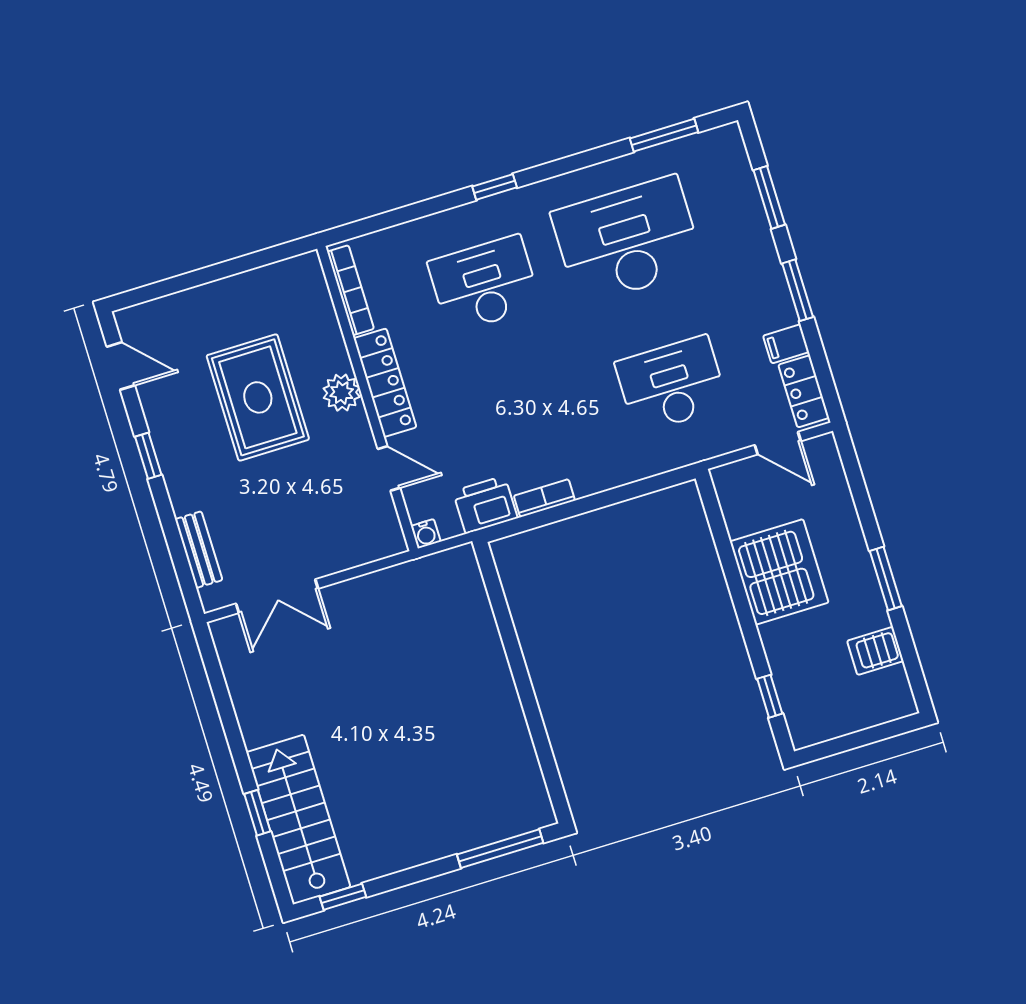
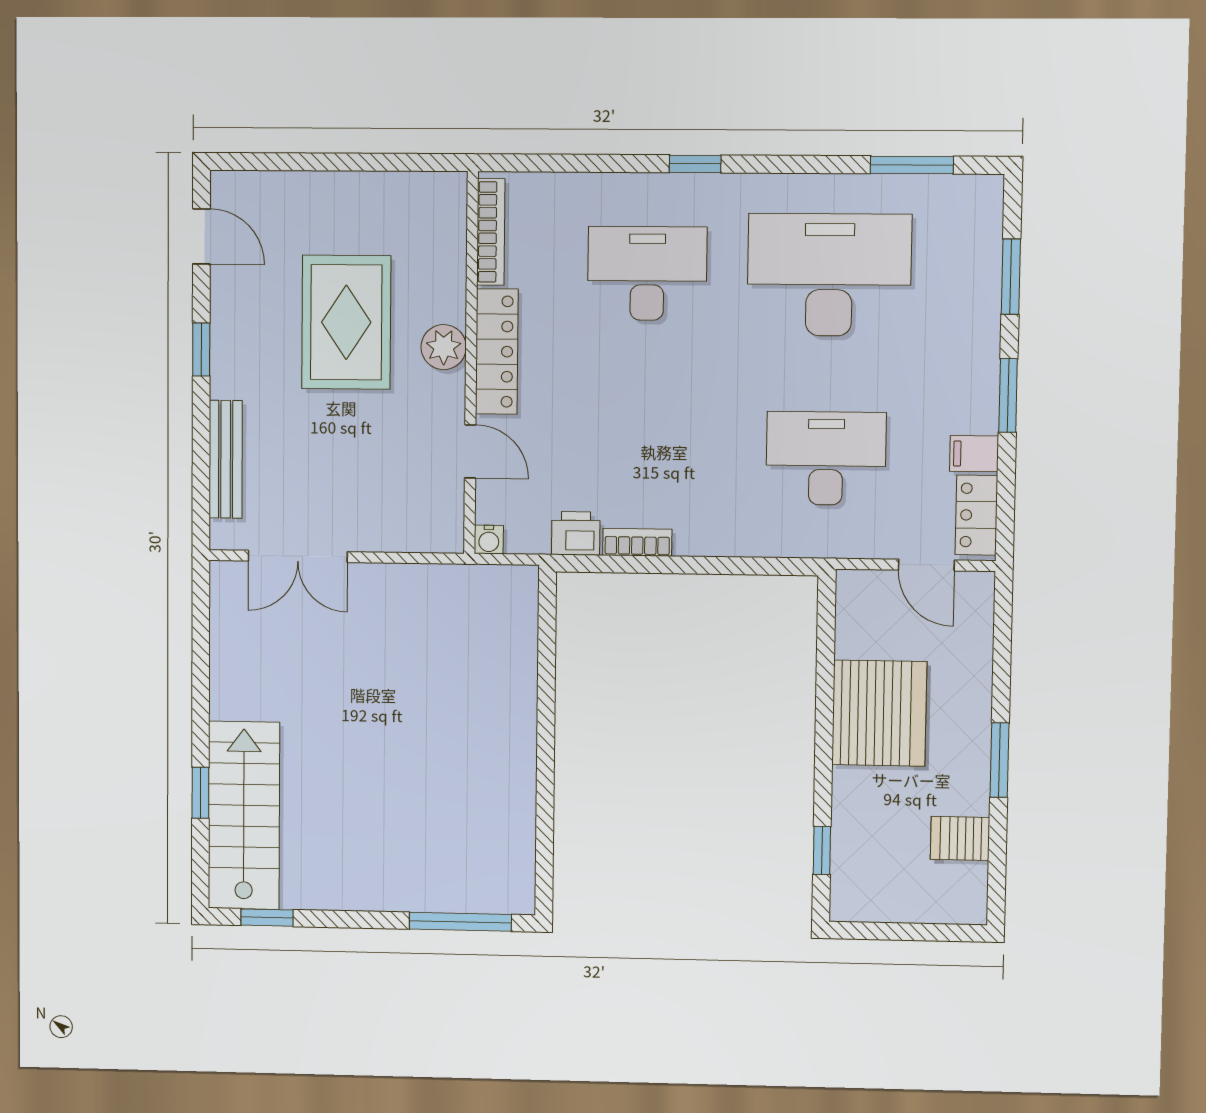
printer: (485, 505) -> (576, 533), width x0.73, depth x0.81
bench: (199, 550) -> (226, 459), width x1.36

